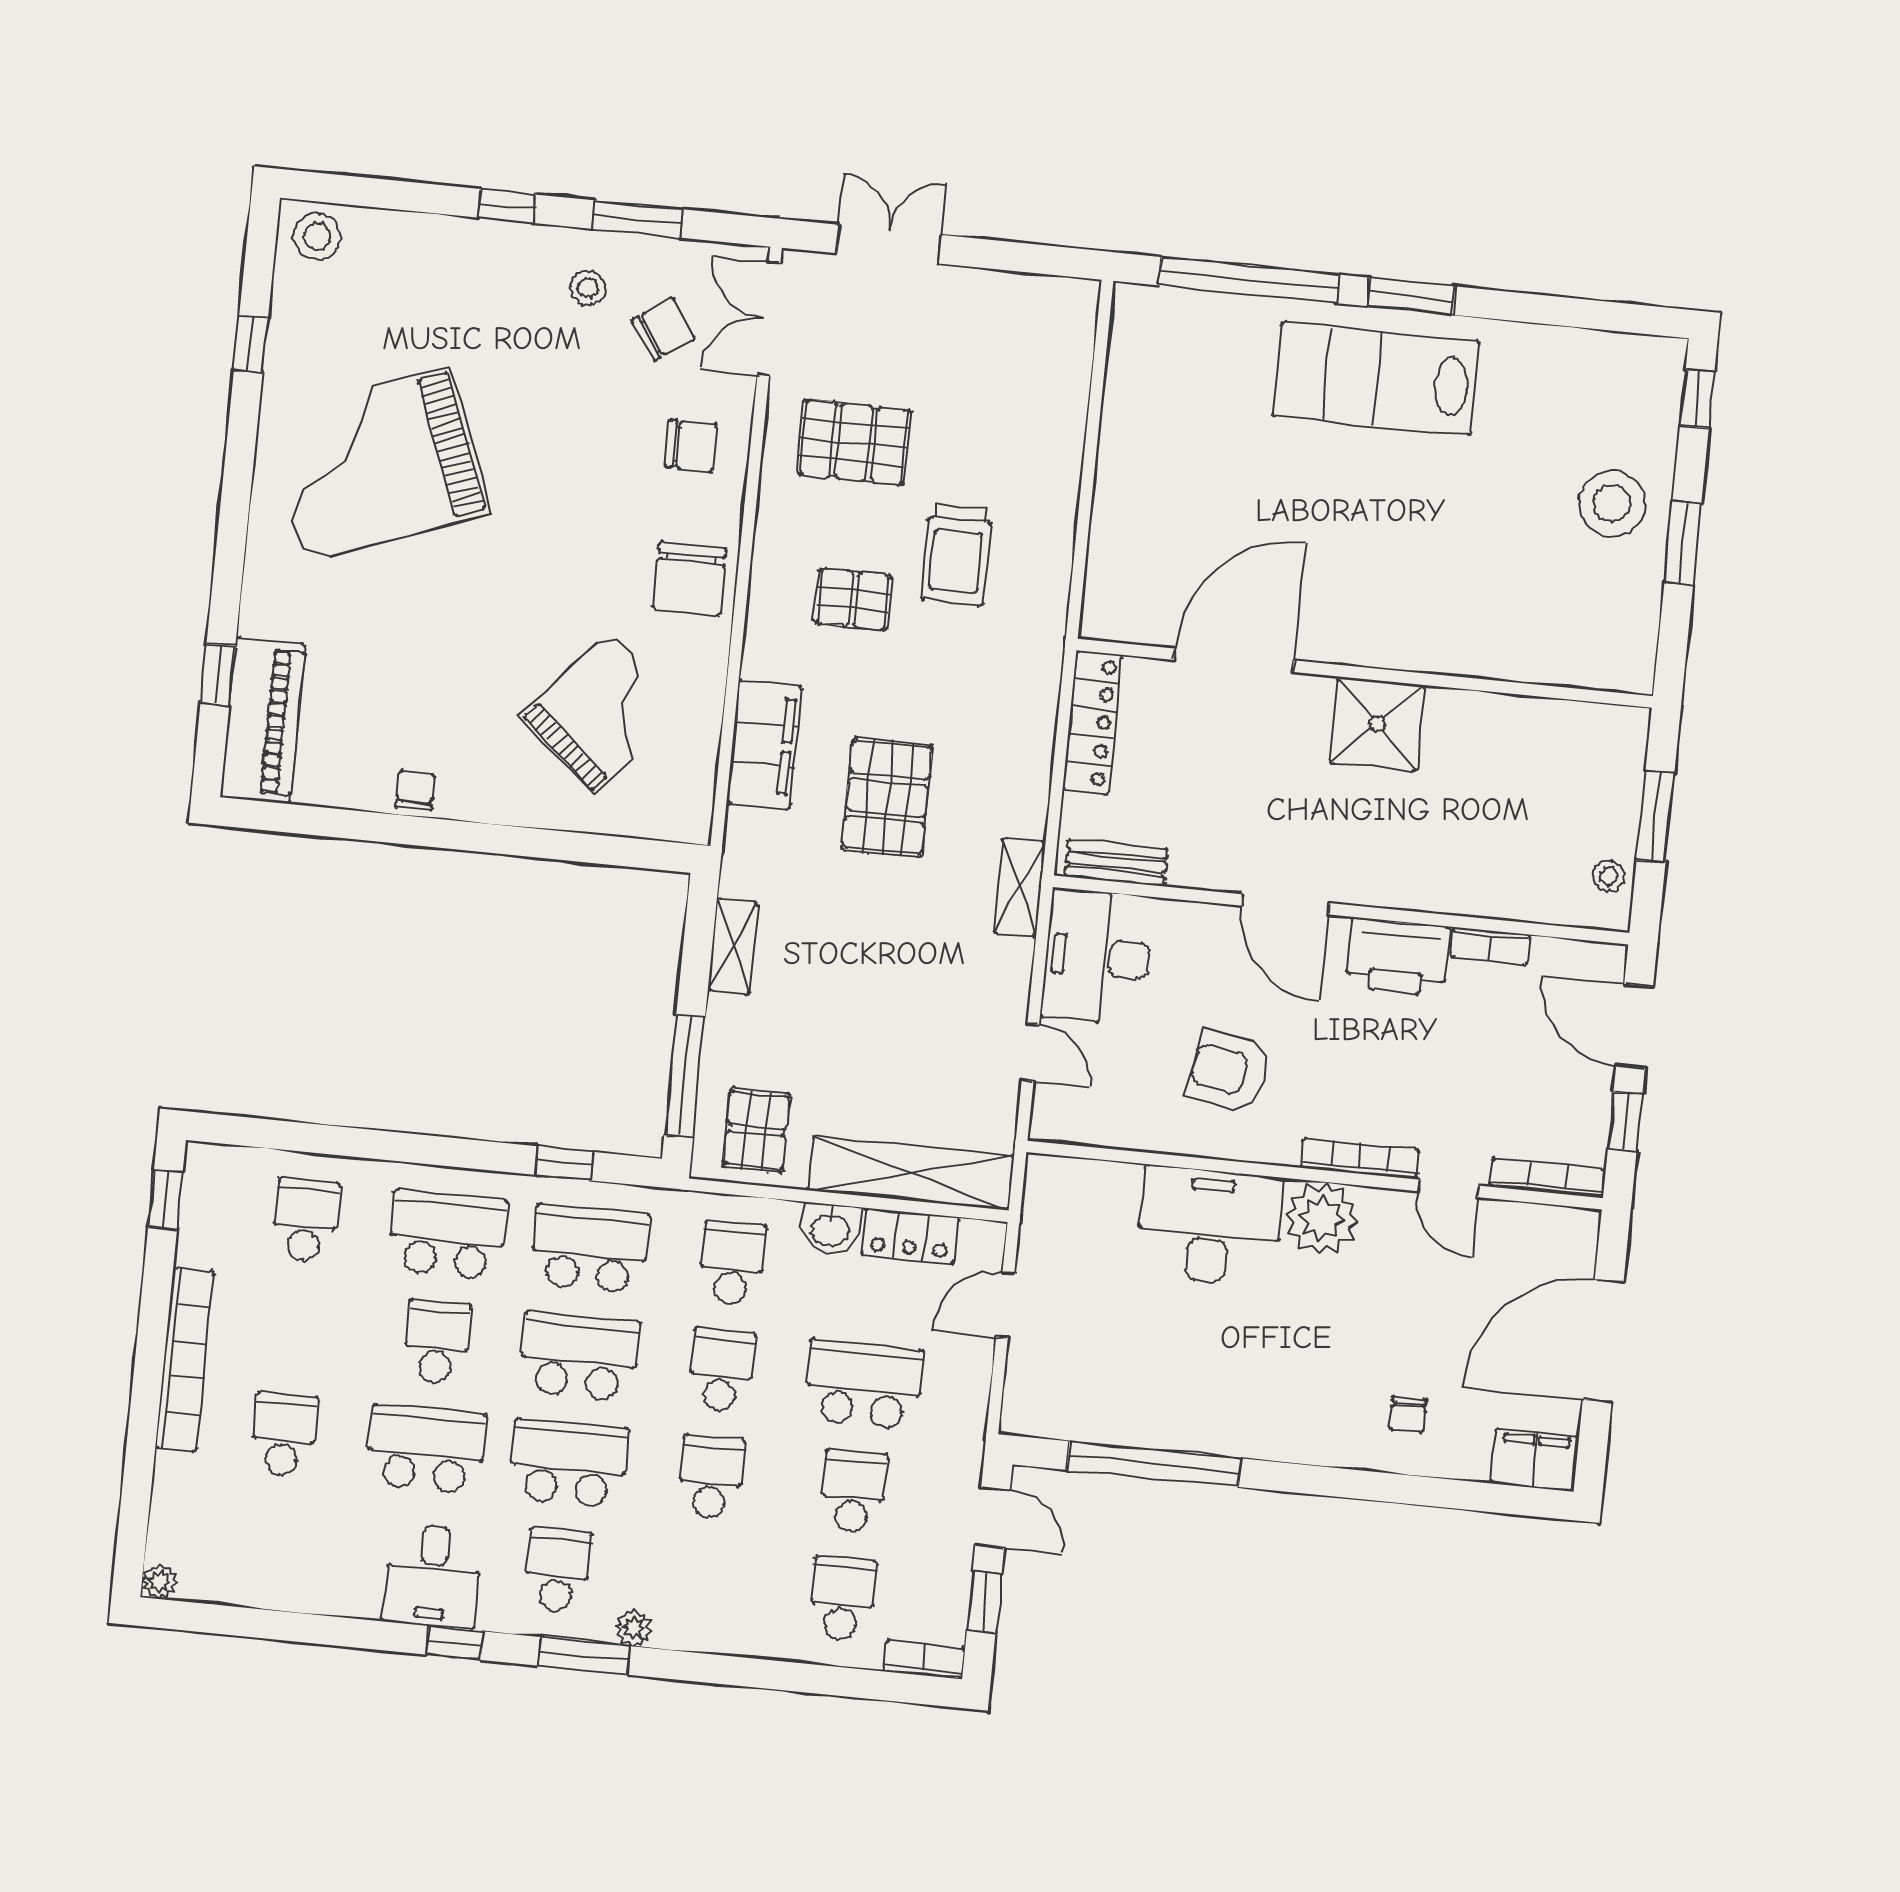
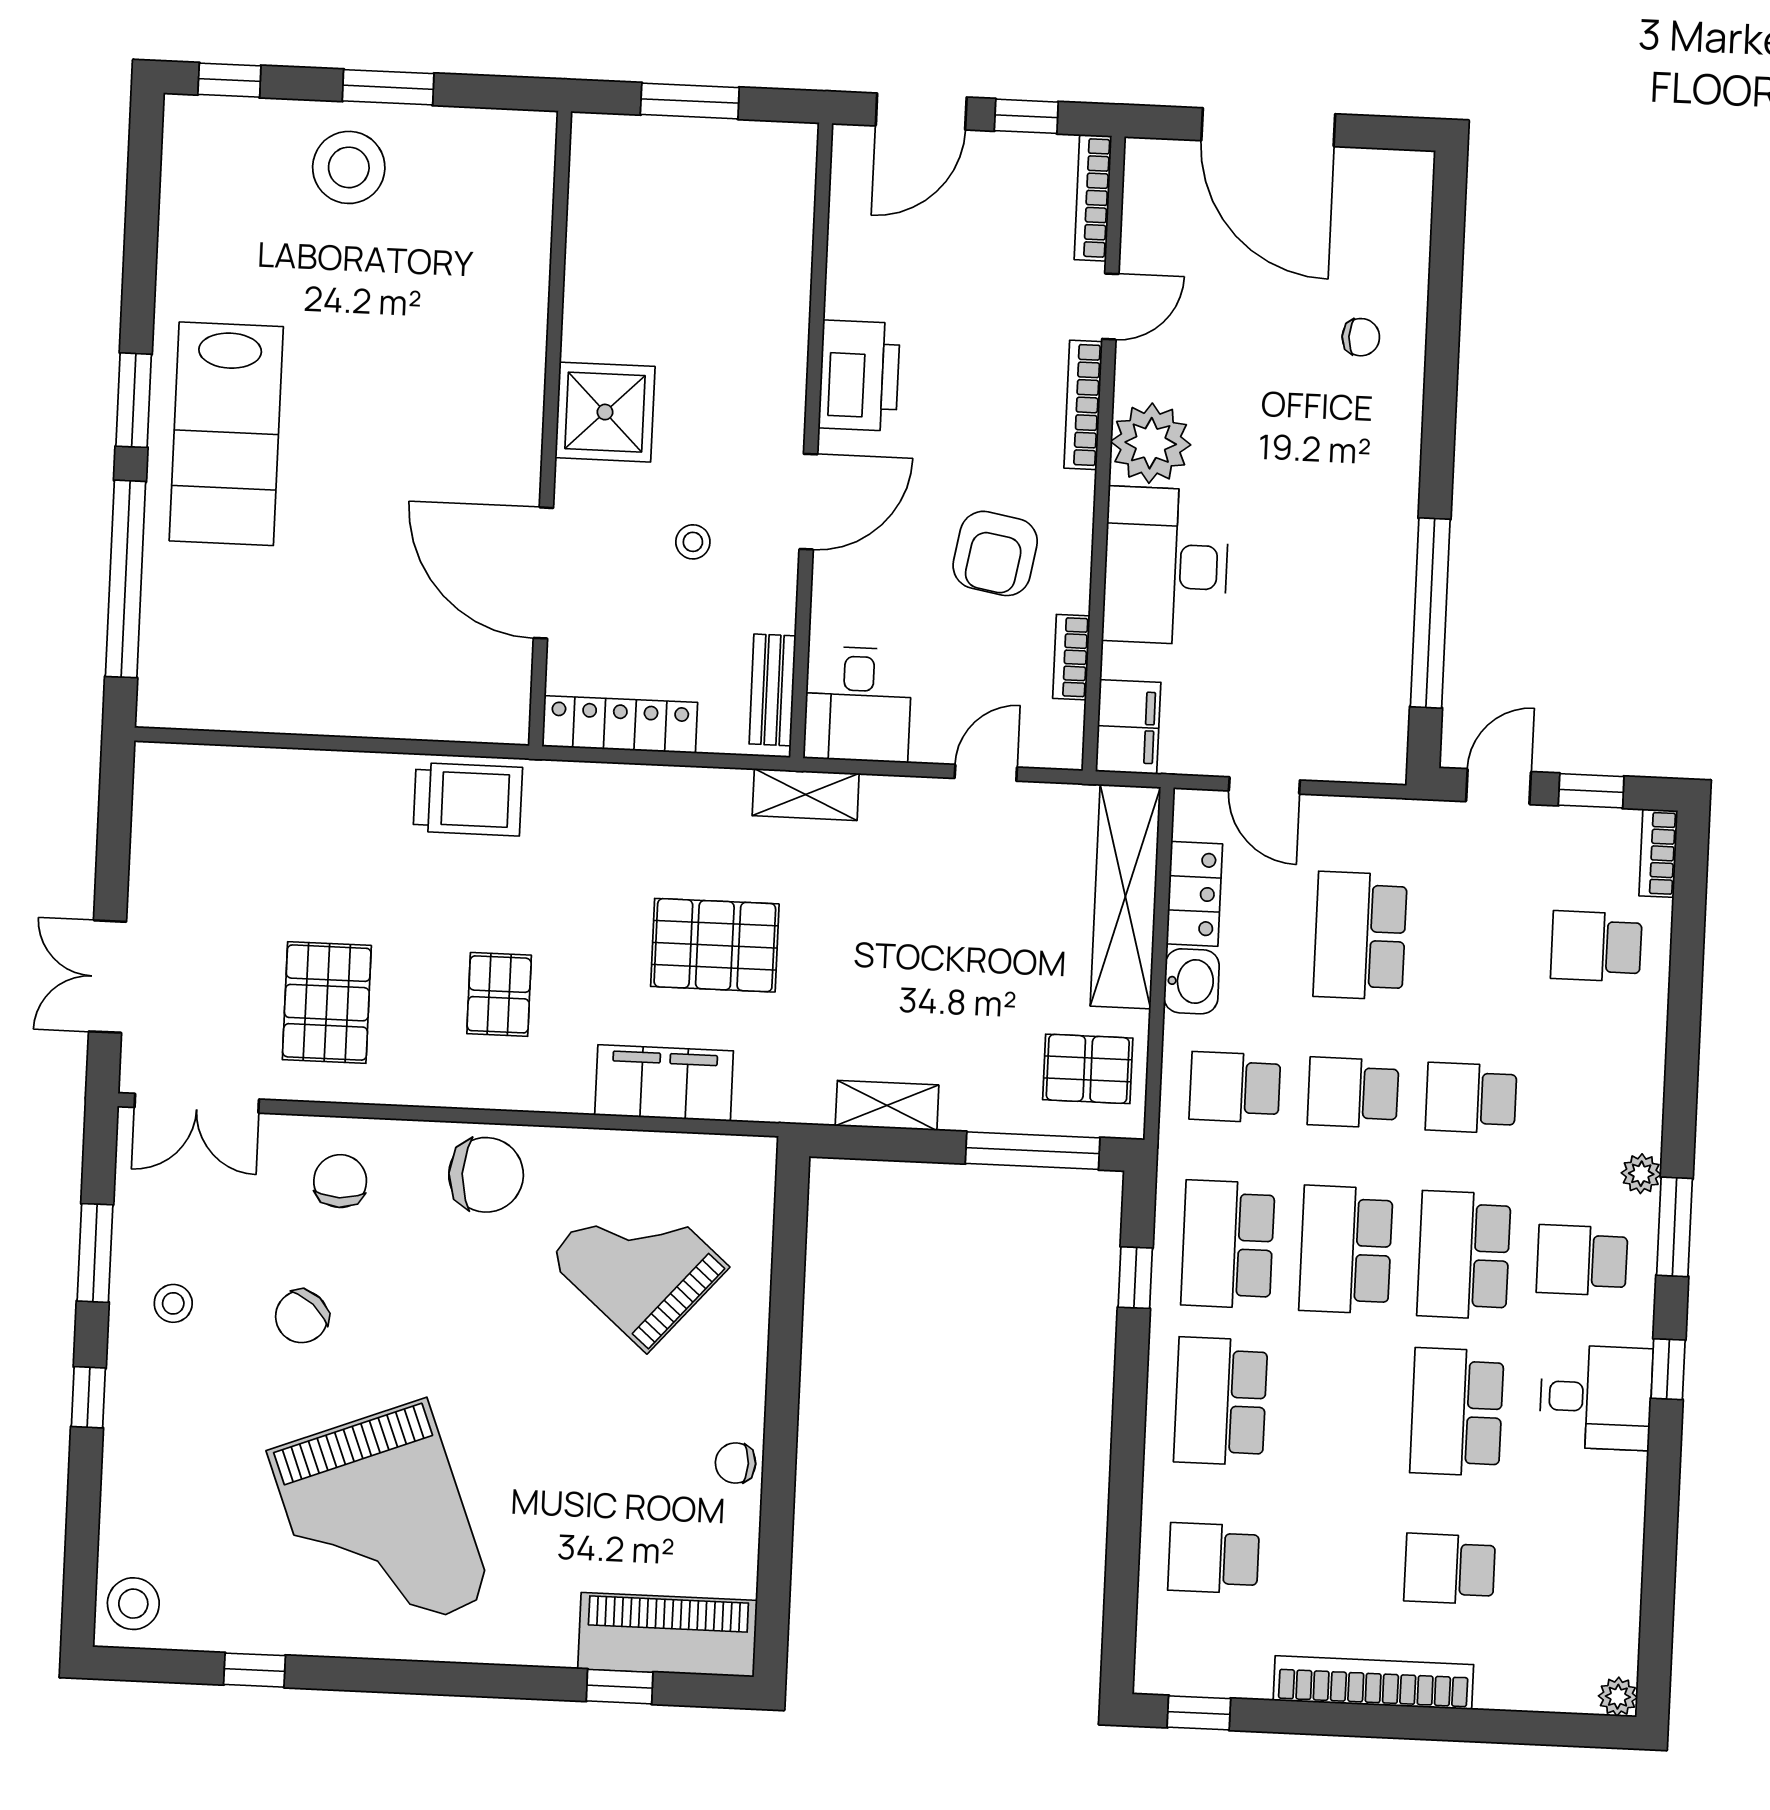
chair: (664, 329) -> (302, 1317), moved, turned -105
trolley: (957, 554) -> (468, 799), moved
stool: (1609, 876) -> (693, 542), moved
bookcase: (1490, 946) -> (1071, 657), moved, turned 180
desk: (1097, 957) -> (858, 704), width x0.73
school desk: (437, 1342) -> (1339, 1407), removed
filing cabinet: (1535, 1460) -> (1128, 727), moved, turned 180
school desk: (853, 1492) -> (1478, 941), removed

